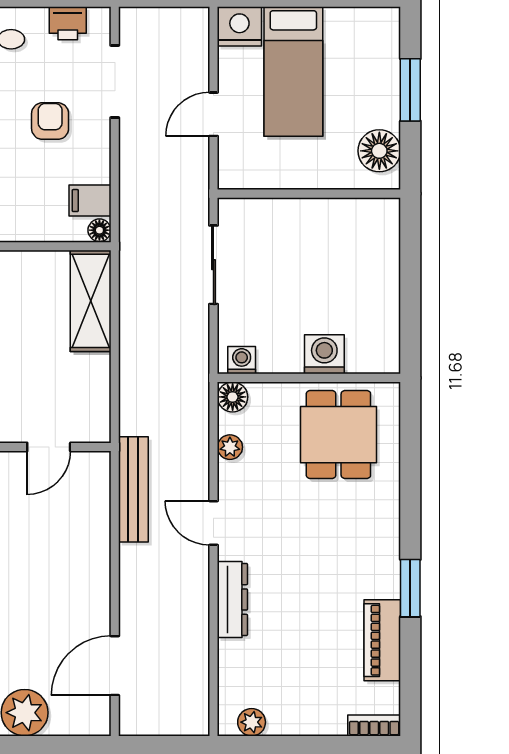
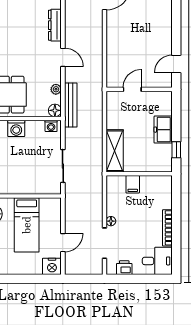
bed: (293, 72) -> (27, 225), moved, turned 180
door: (213, 114) -> (63, 243), moved
armchair: (50, 121) -> (132, 227), removed
filing cabinet: (90, 201) -> (133, 184), moved, turned 90
floor lamp: (99, 230) -> (111, 221), moved
bench: (133, 489) -> (71, 105), moved

